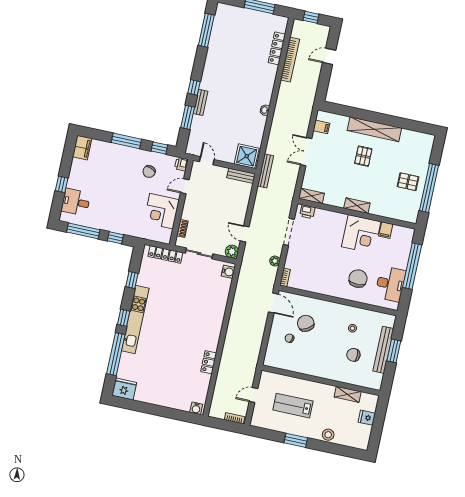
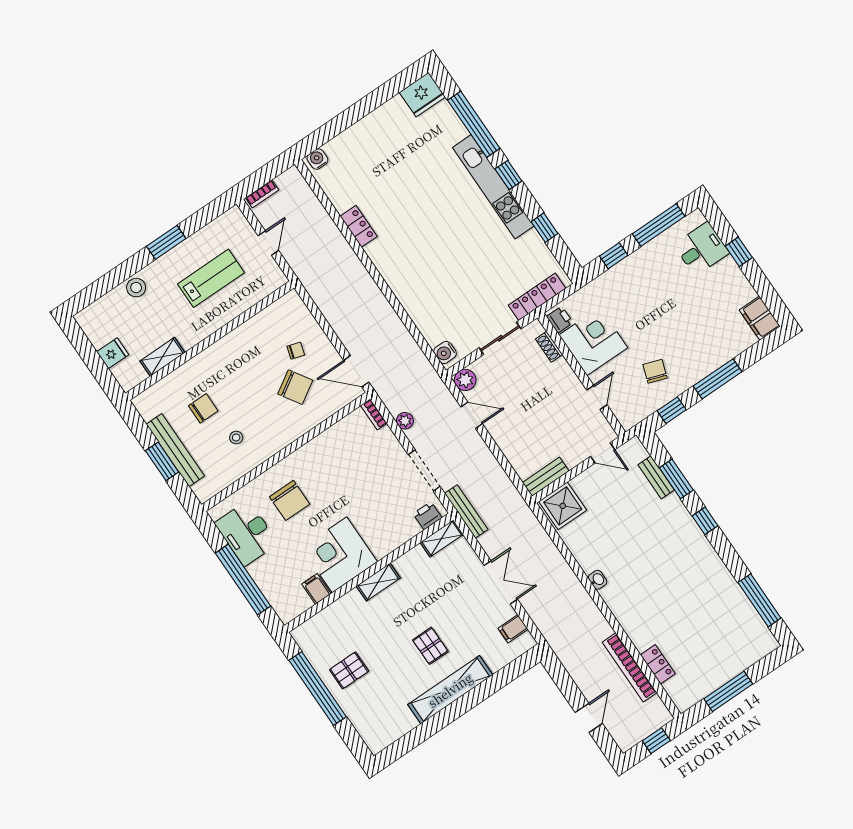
locker: (277, 48) -> (658, 664), width x0.66
bench: (201, 102) -> (656, 477), moved
printer: (181, 164) -> (560, 320), moved
bench: (266, 171) -> (466, 511), moved

